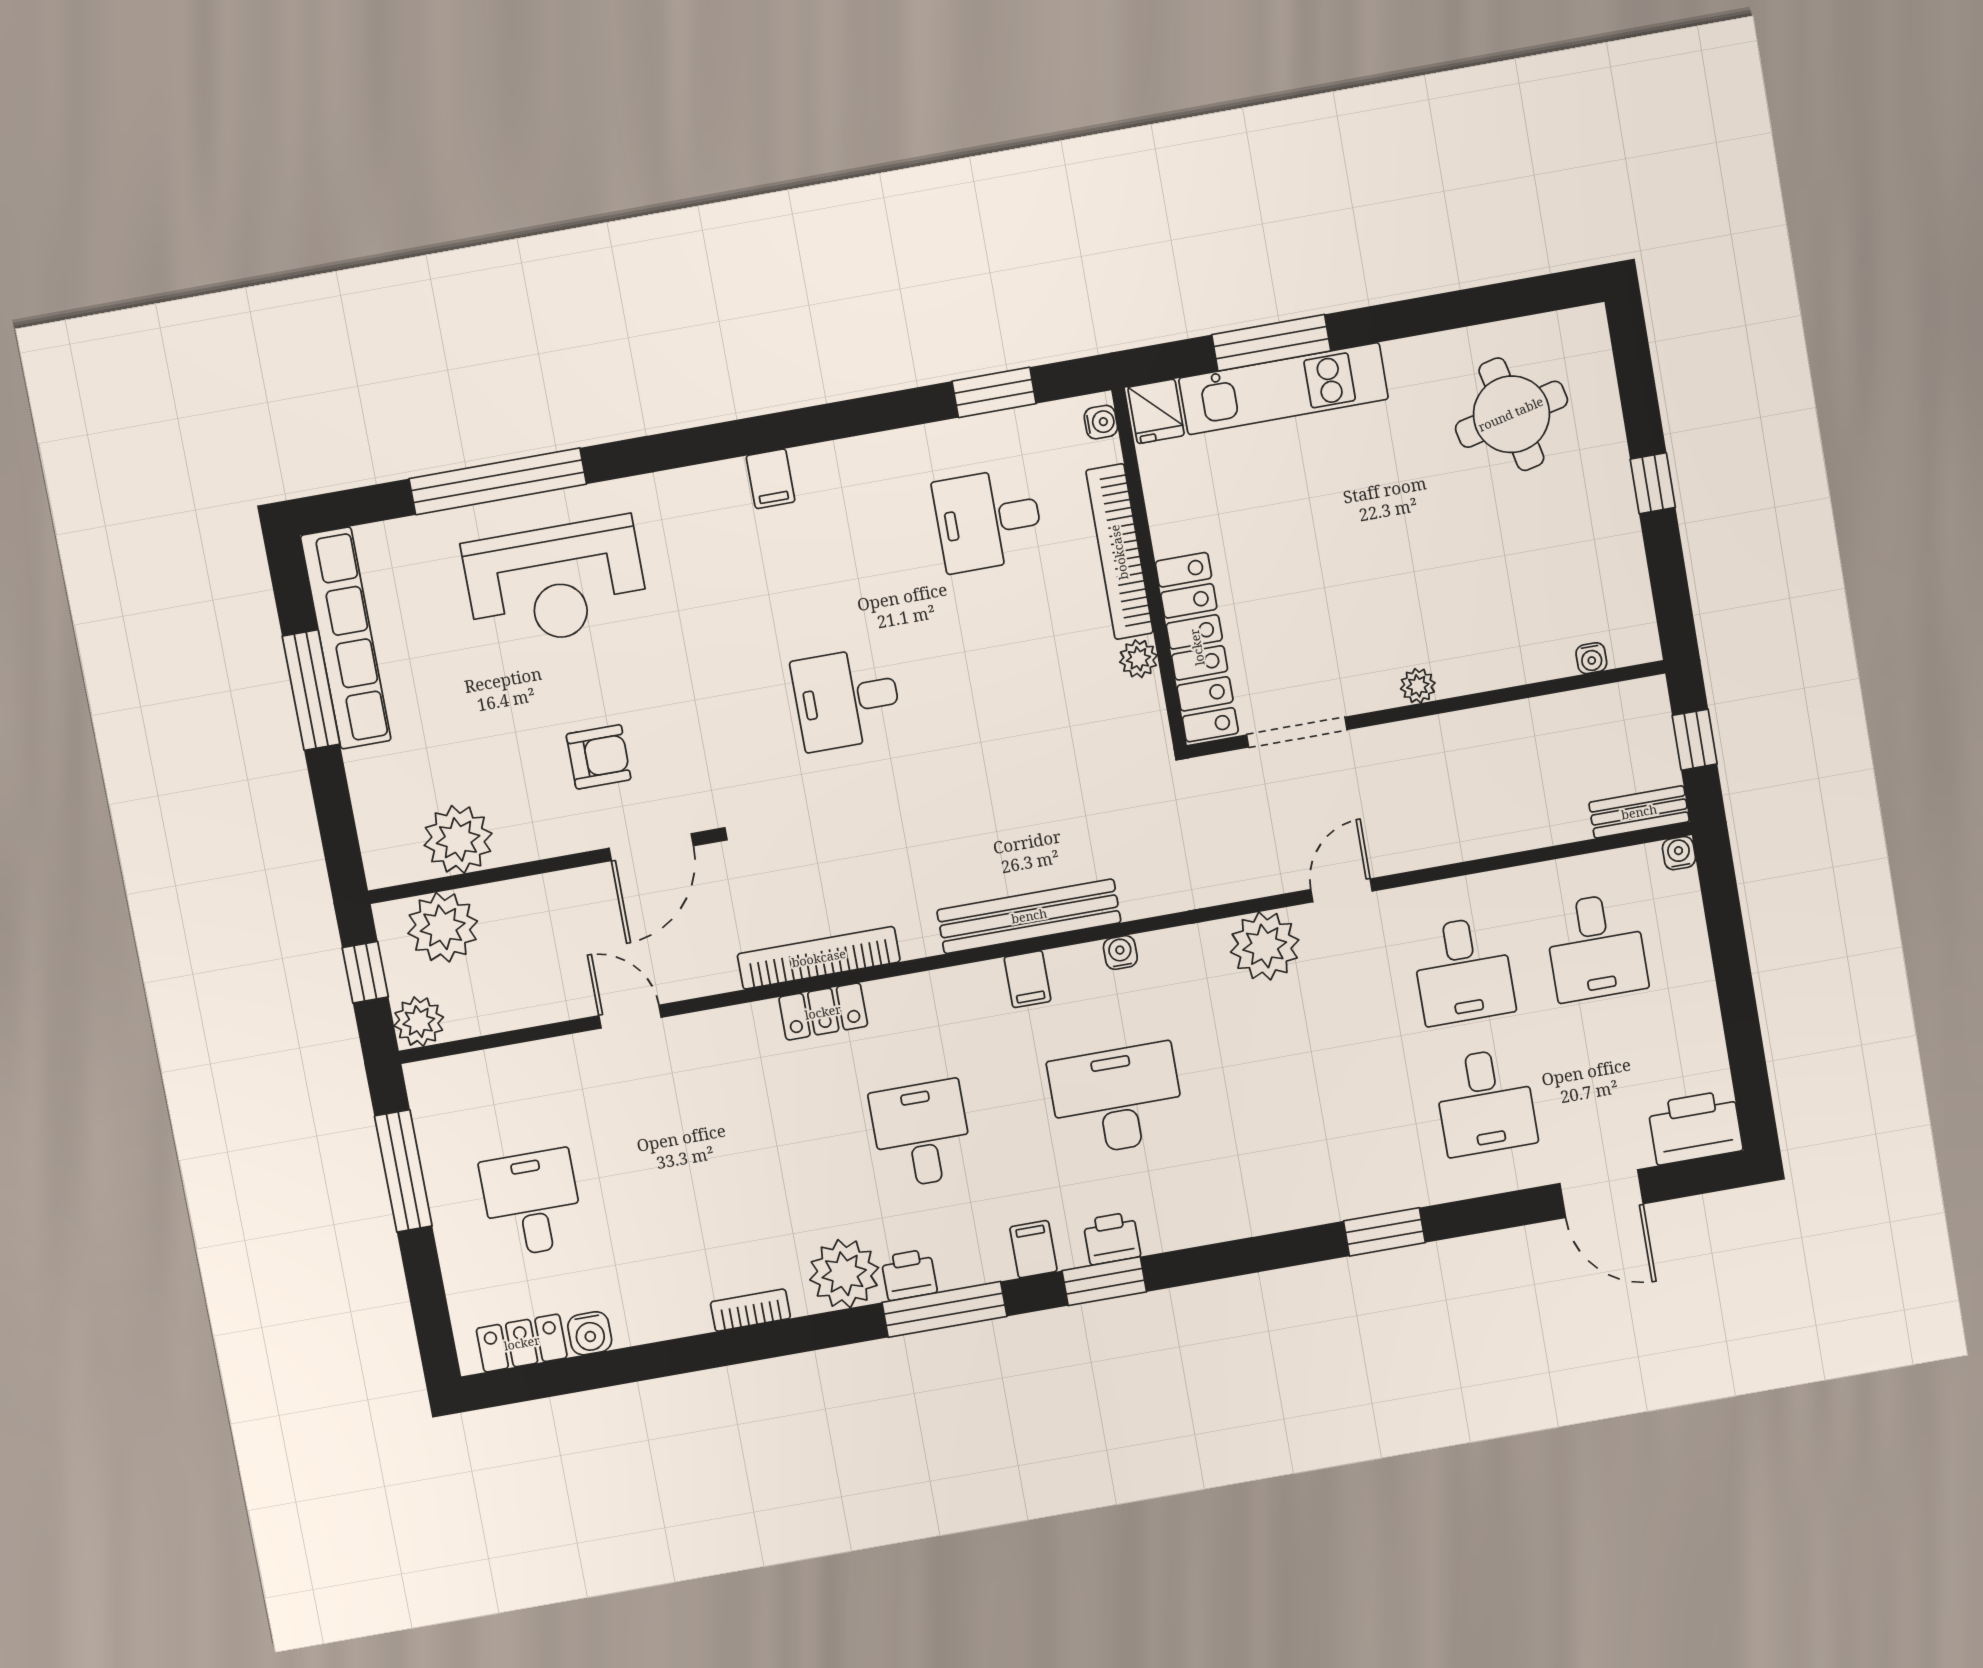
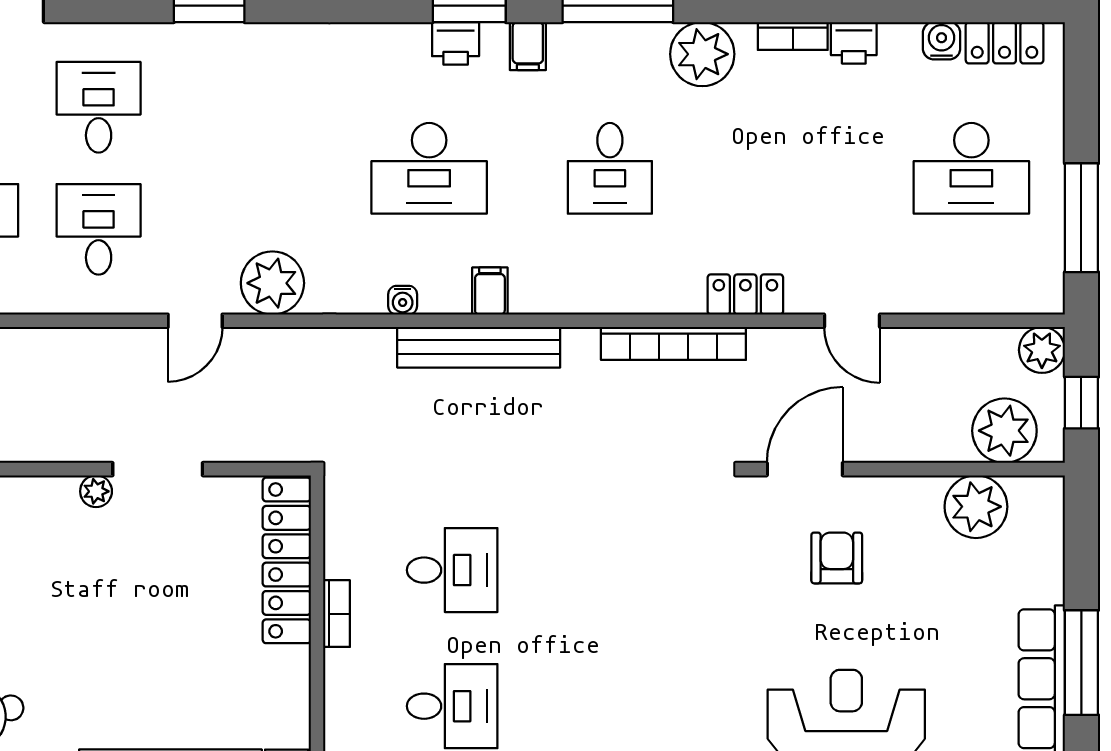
bookcase: (1119, 552) -> (337, 614), width x0.43, depth x0.76
plant: (1138, 659) -> (340, 560), removed
desk: (847, 699) -> (452, 570), moved
doorway: (1297, 732) -> (158, 469), moved
armchair: (599, 757) -> (837, 558), turned 90
locker: (823, 1012) -> (745, 294), moved
desk: (532, 1203) -> (971, 168), width x1.37
printer: (909, 1275) -> (854, 43), moved

